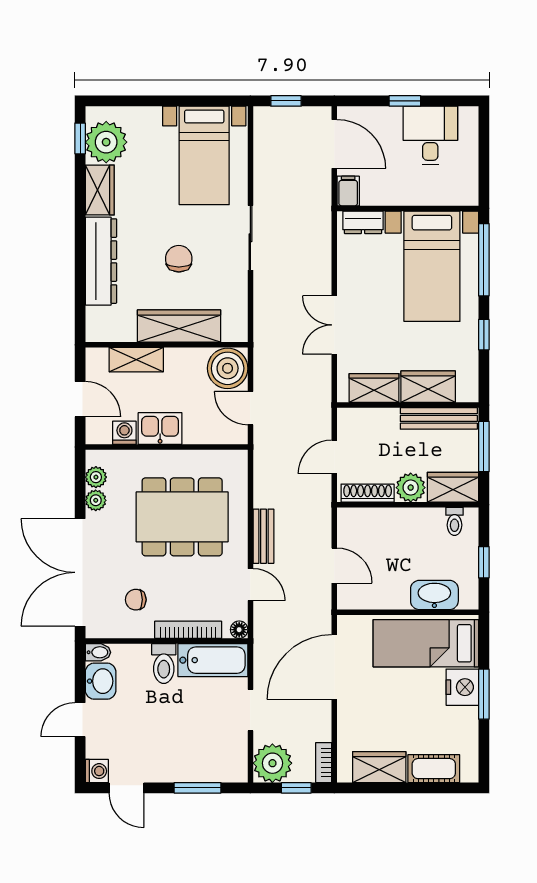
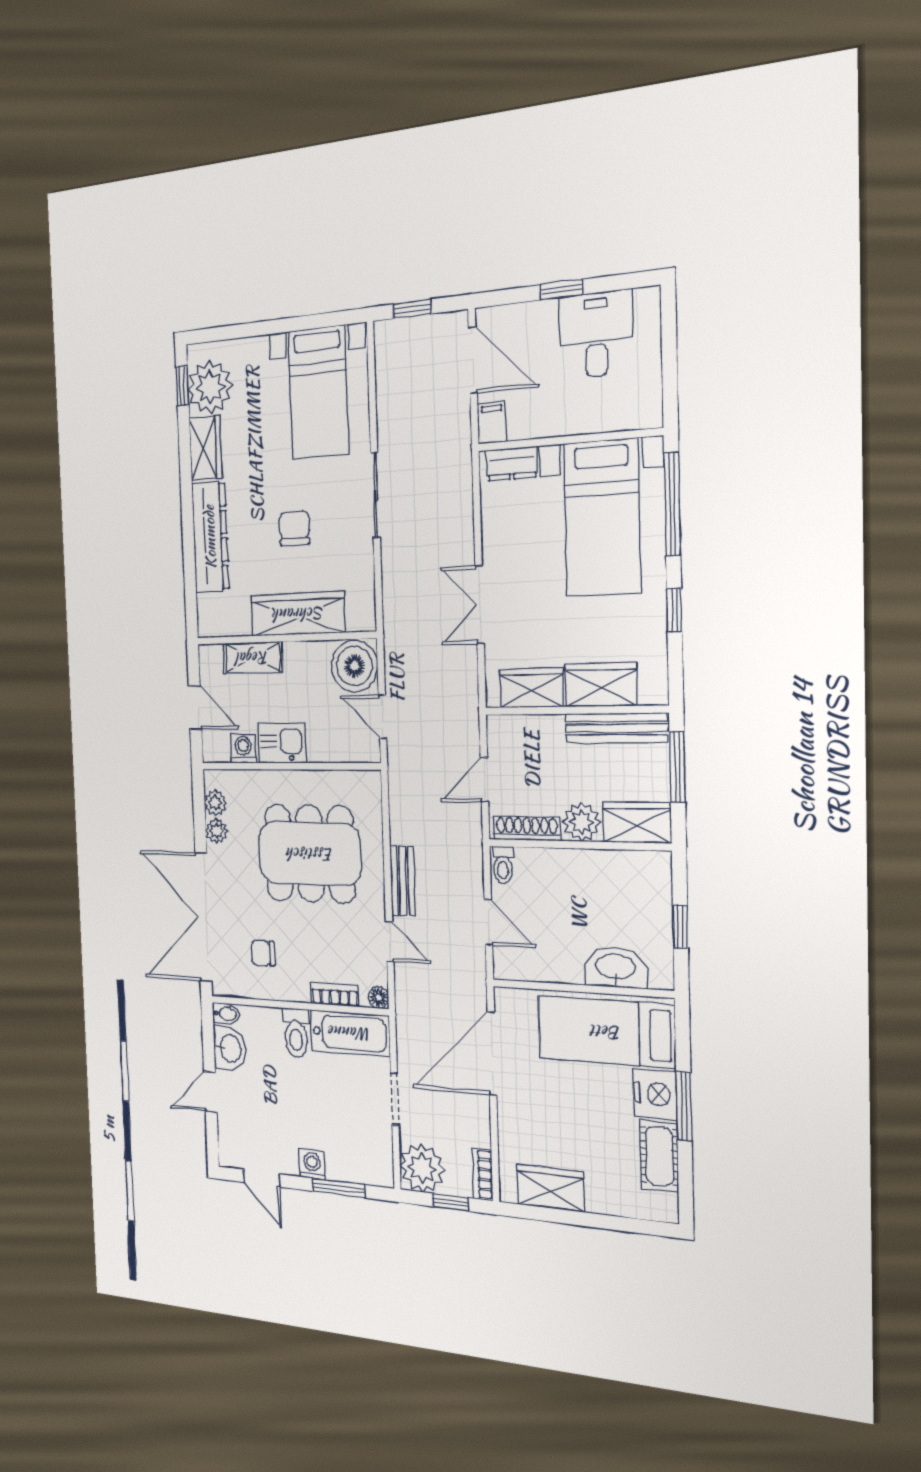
toilet: (455, 521) -> (503, 865), moved
bookcase: (188, 630) -> (335, 995), width x0.64
cot: (434, 769) -> (659, 1156), moved, turned 90
washing machine: (97, 771) -> (312, 1164), moved, turned -90

